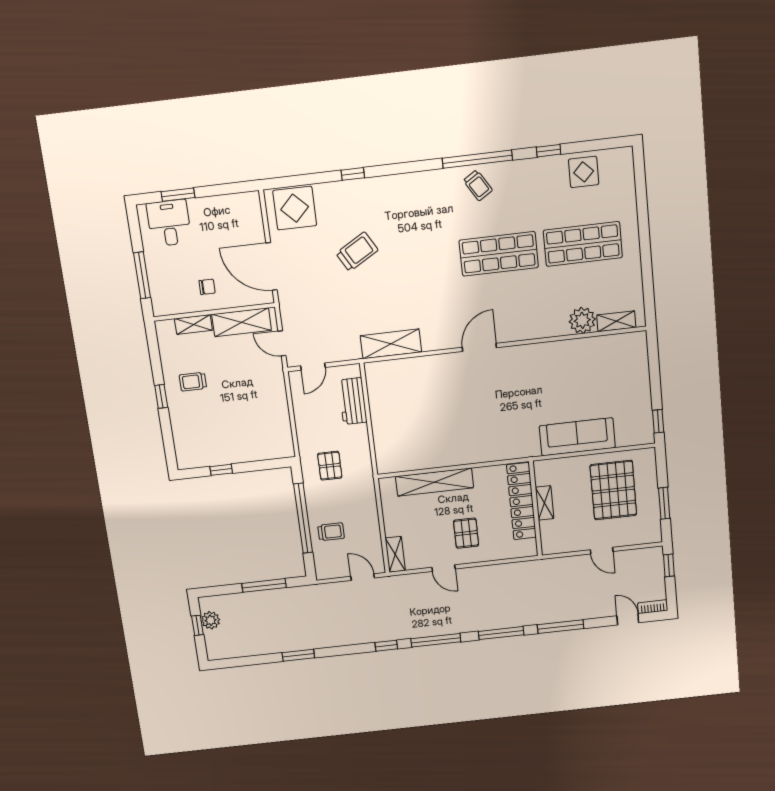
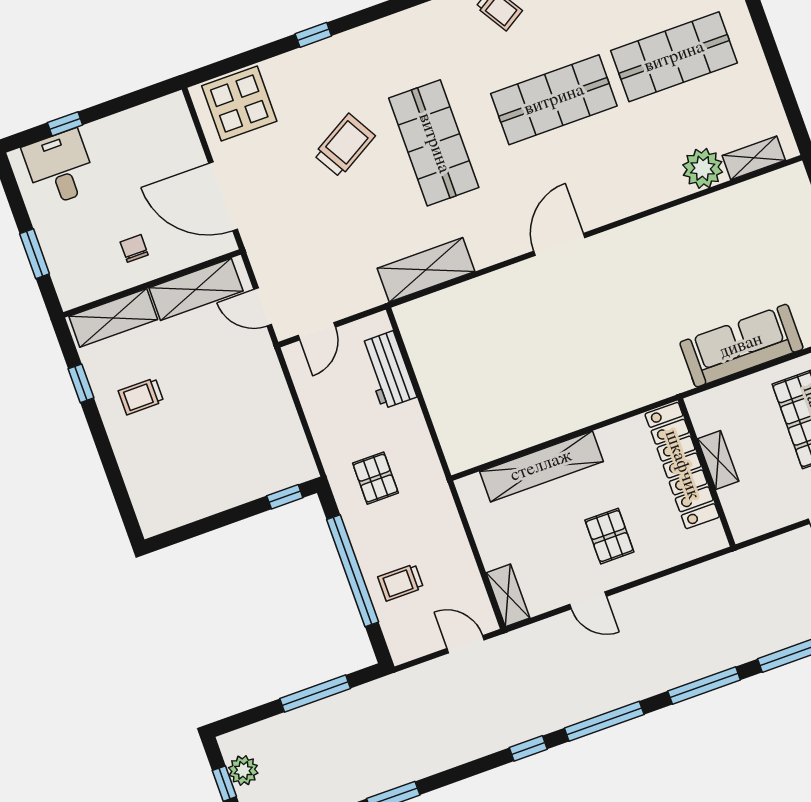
window: (178, 195) -> (65, 124), width x0.67
shop shelf: (415, 264) -> (434, 143), added
window: (142, 275) -> (35, 254), width x0.69
chair: (207, 287) -> (134, 248), turned -90
shelving: (193, 324) -> (113, 318), width x1.50, depth x1.33
window: (161, 396) -> (81, 383), moved
window: (221, 470) -> (285, 497), moved
trolley: (331, 532) -> (401, 582), turned 180

